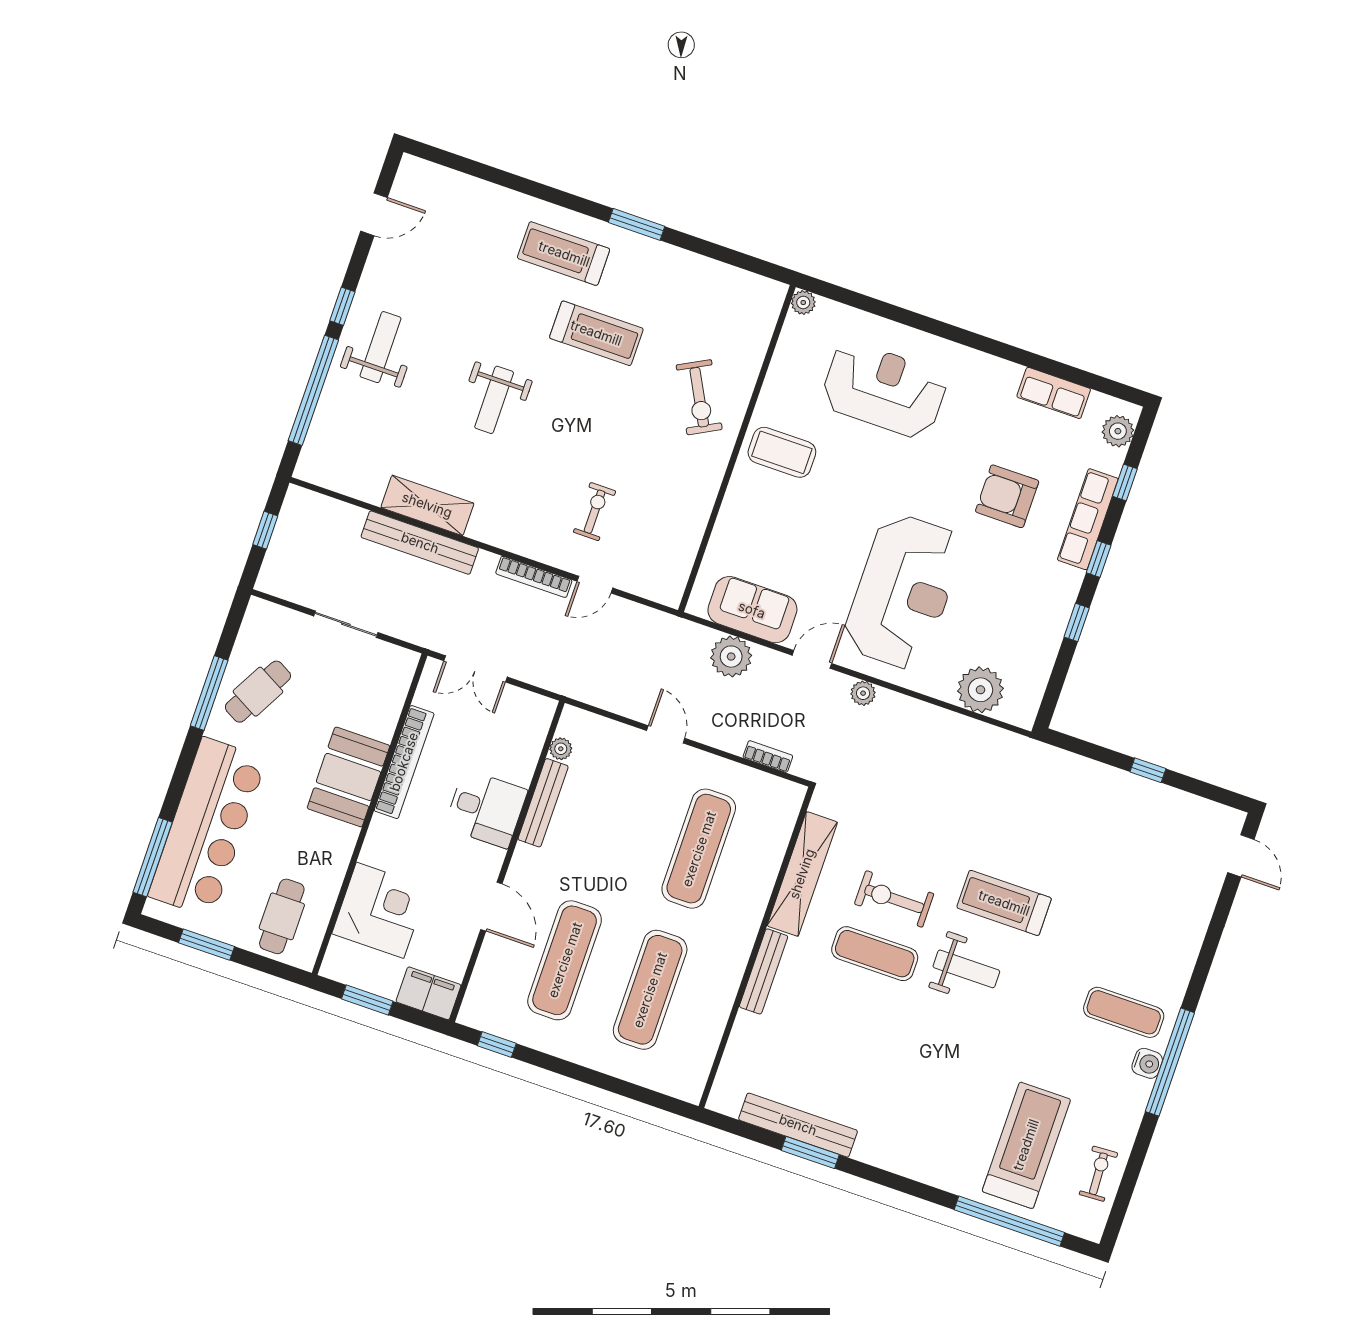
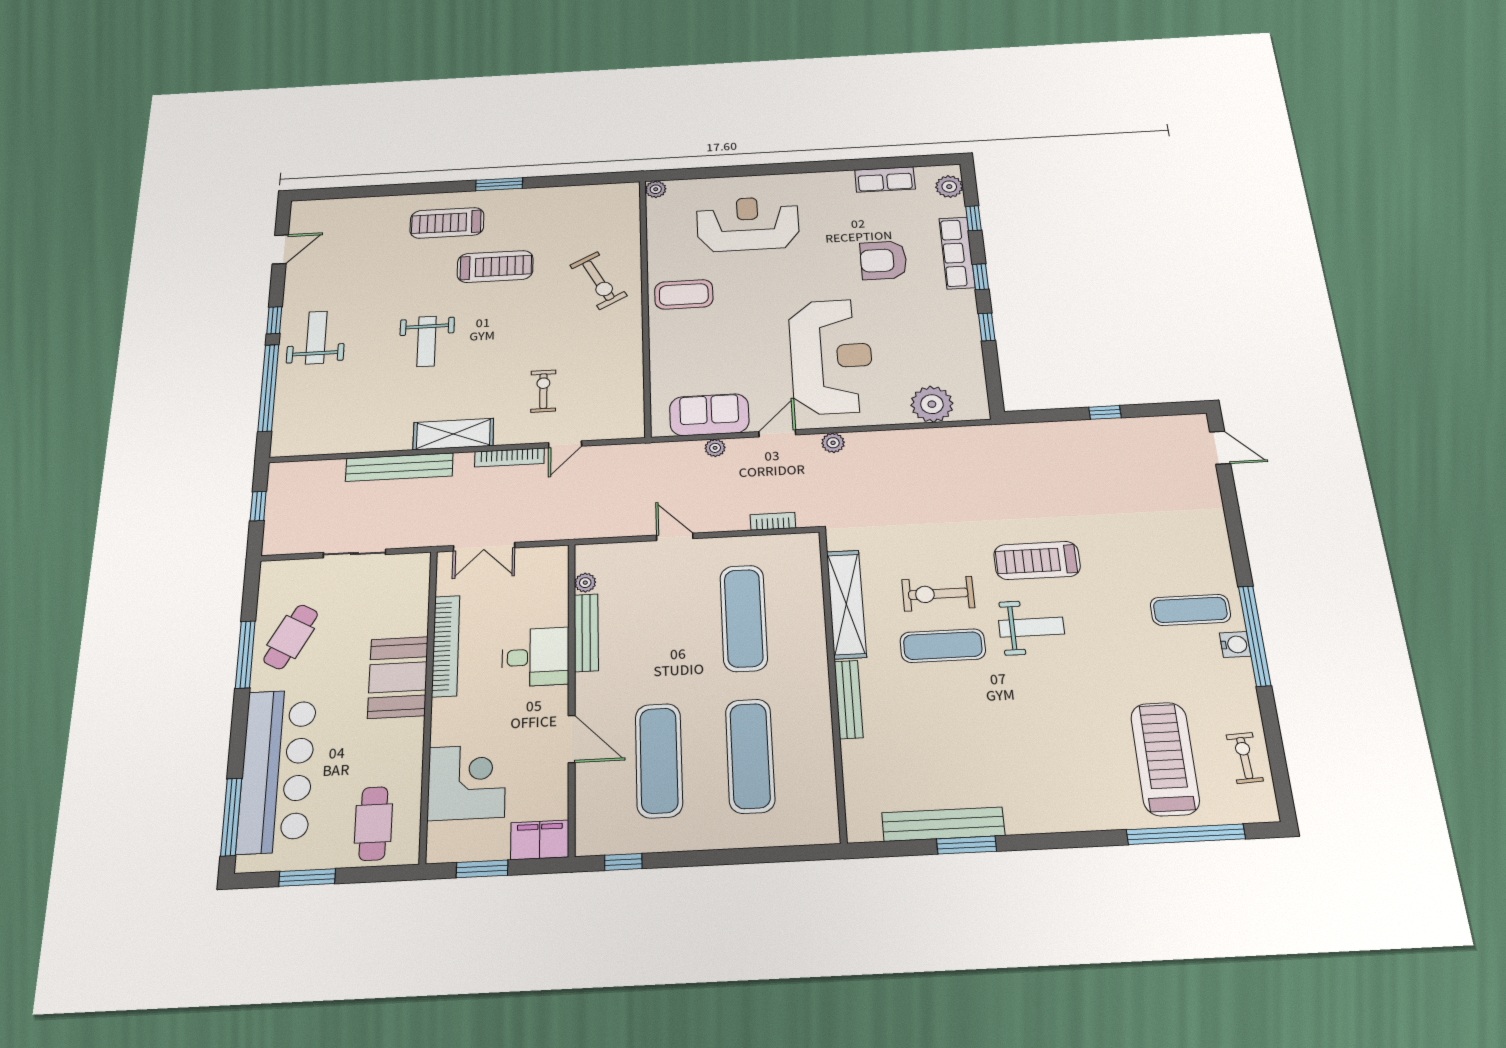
shelving: (427, 505) -> (453, 434), moved
plant: (731, 657) -> (715, 448), width x0.53, depth x0.53

